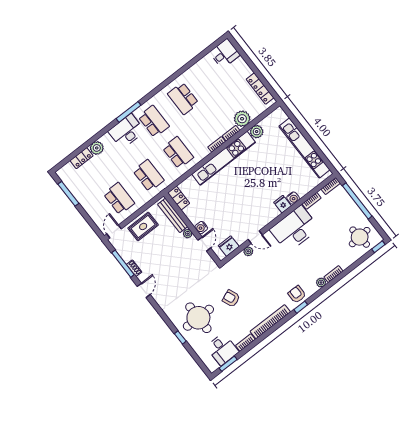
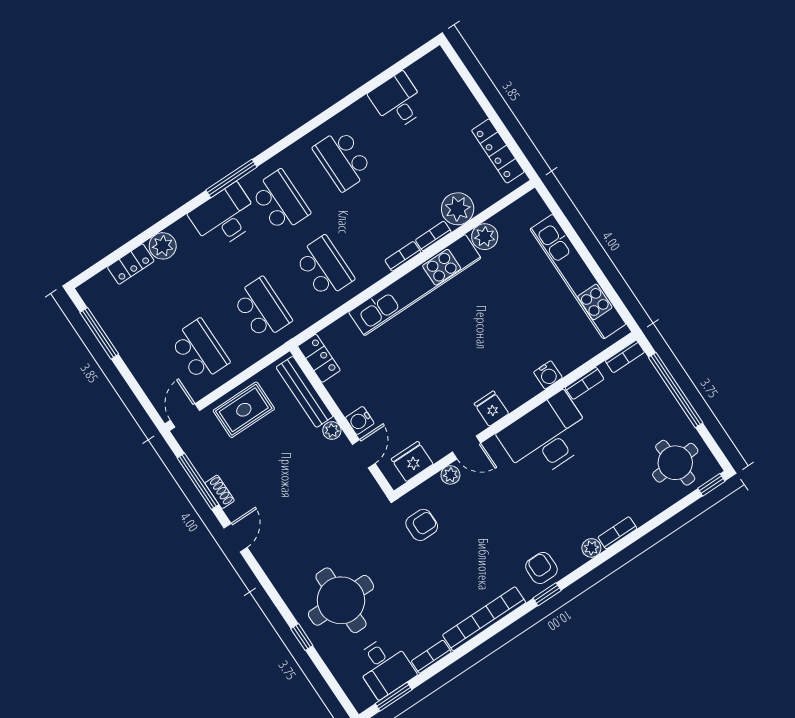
desk: (225, 54) -> (398, 101), moved, turned -90
fridge: (283, 204) -> (491, 409), moved
armchair: (231, 298) -> (422, 525), moved, turned 112

